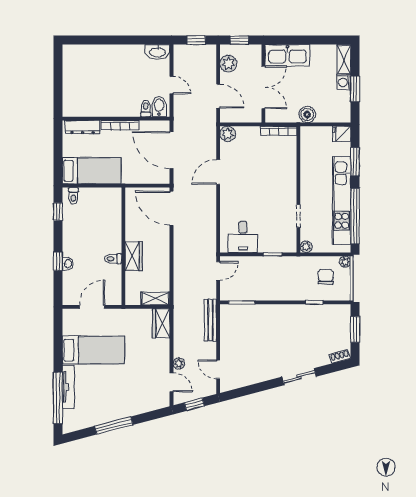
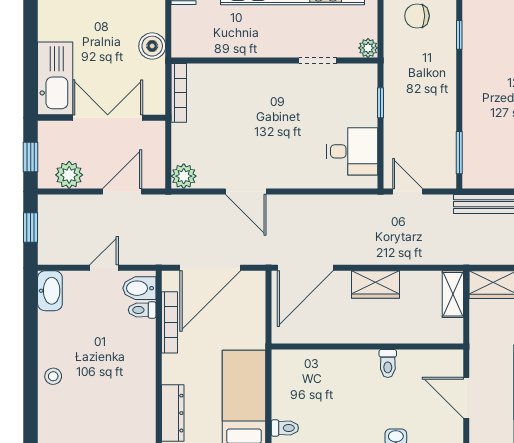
stool: (105, 54) -> (53, 376), added
bookcase: (120, 125) -> (170, 322), moved
wardrobe: (134, 256) -> (376, 285), moved, turned 180

